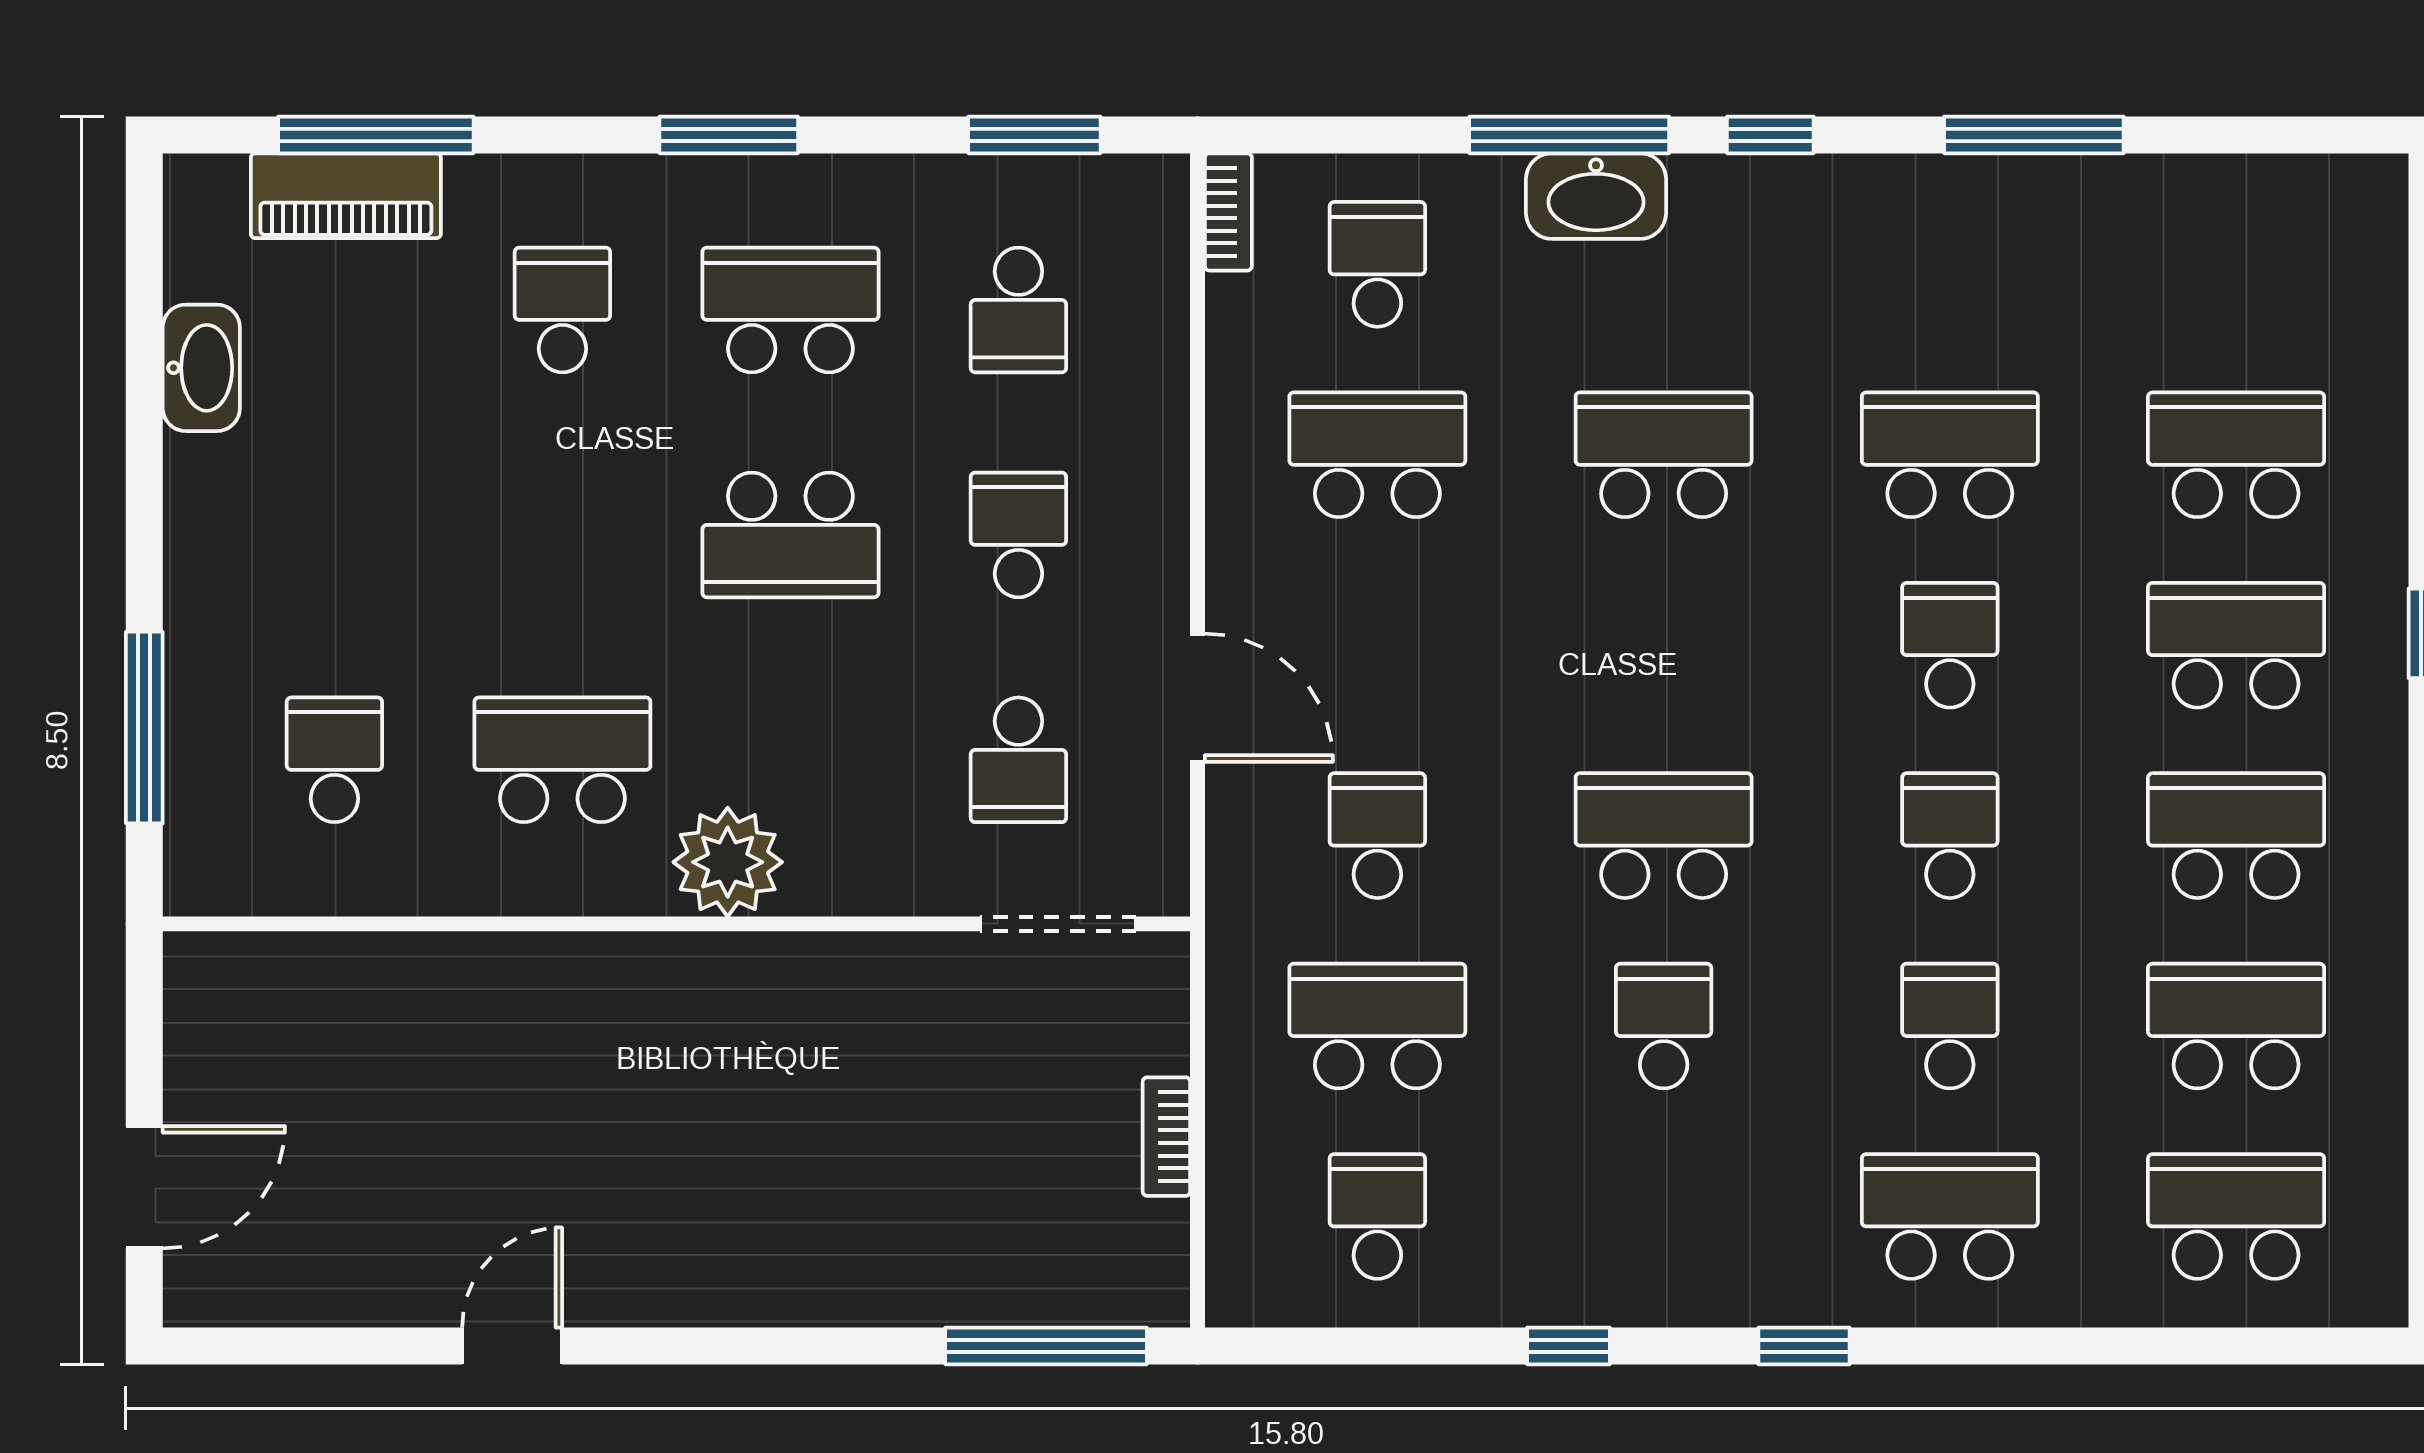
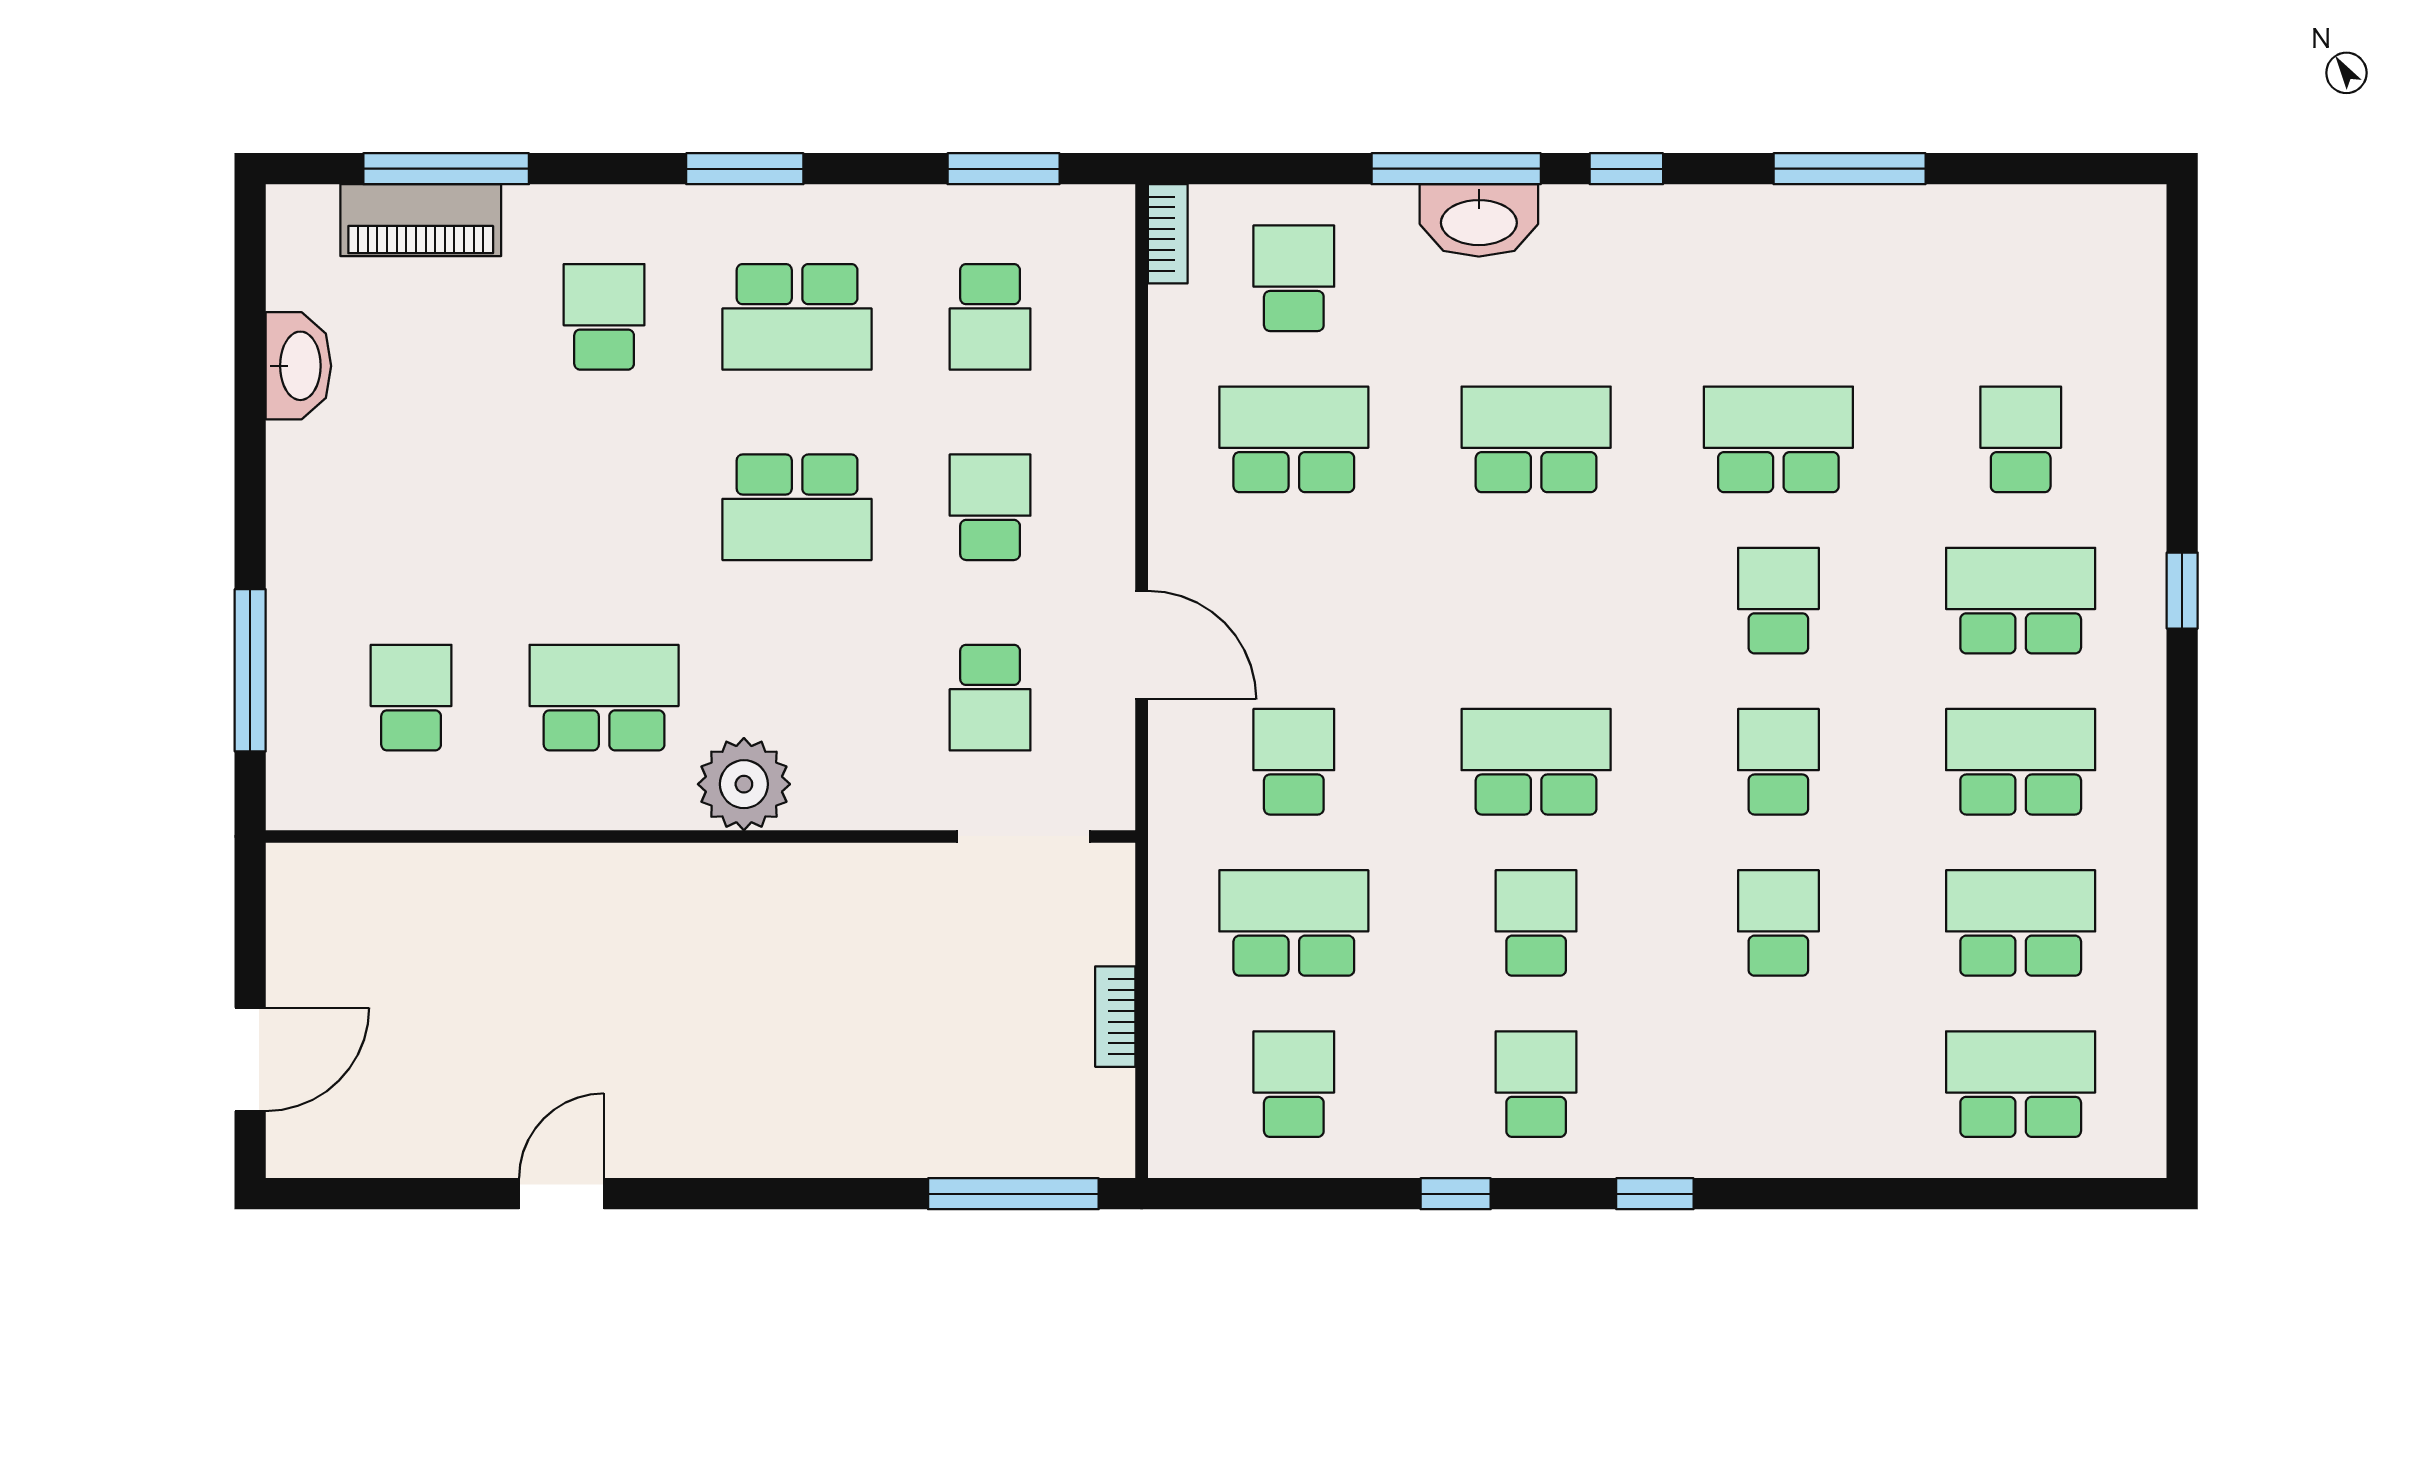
school desk: (790, 310) -> (797, 317), turned 180
school desk: (2236, 455) -> (2021, 439), width x0.54
school desk: (1950, 1216) -> (1536, 1084), moved, width x0.54

